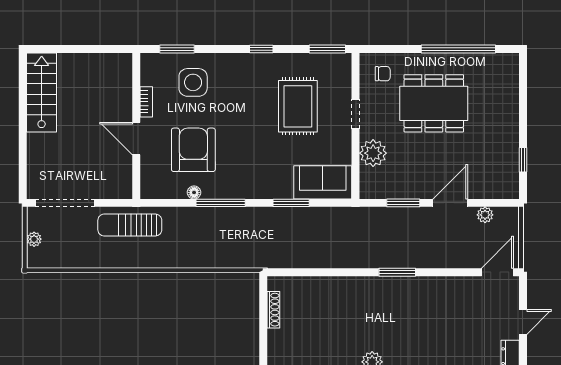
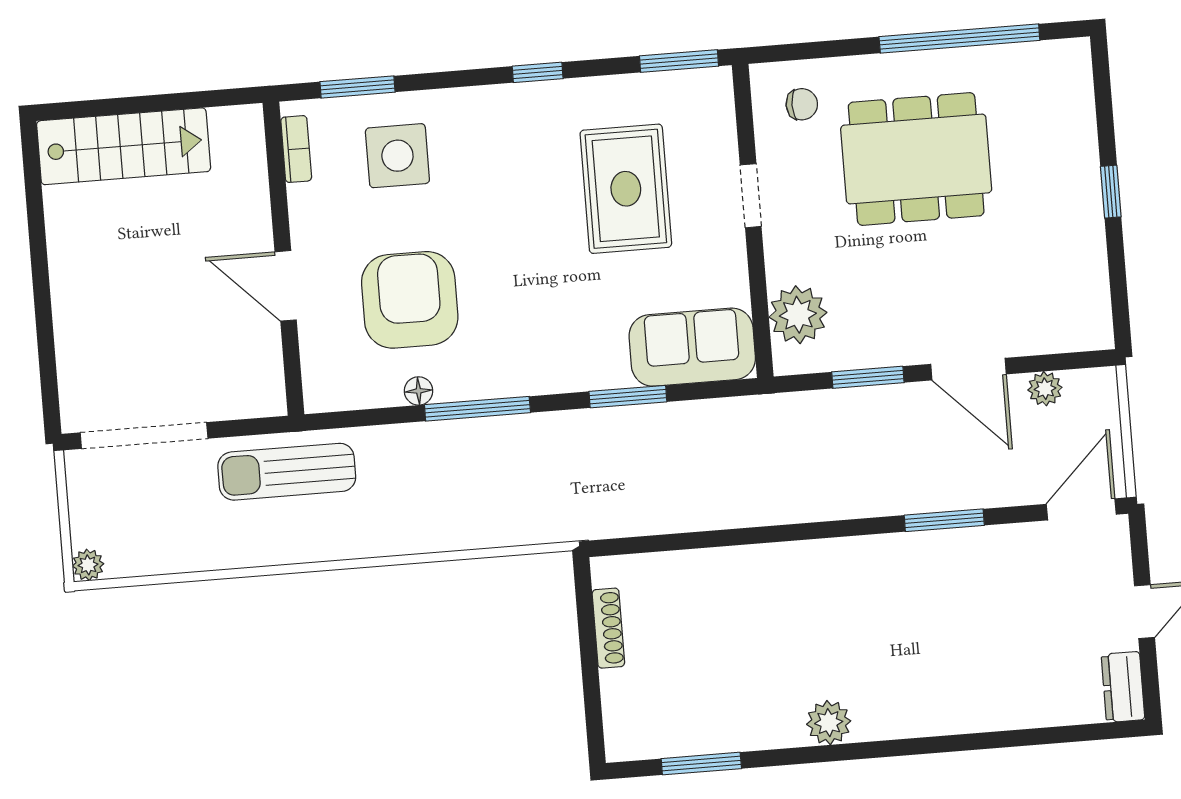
stairs: (42, 92) -> (124, 146), moved, turned 90
bookcase: (146, 102) -> (296, 149), moved
plant: (373, 153) -> (798, 315), moved
window: (523, 160) -> (1111, 192), moved
door: (450, 203) -> (969, 369), swing flipped
plant: (34, 239) -> (88, 565), moved
window: (397, 272) -> (944, 520), moved

